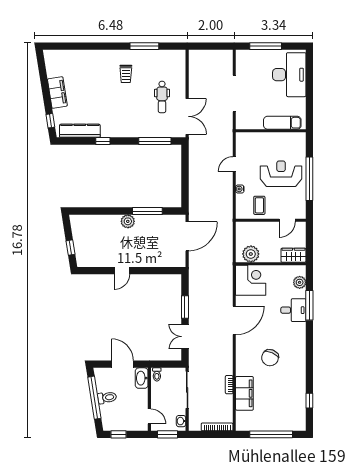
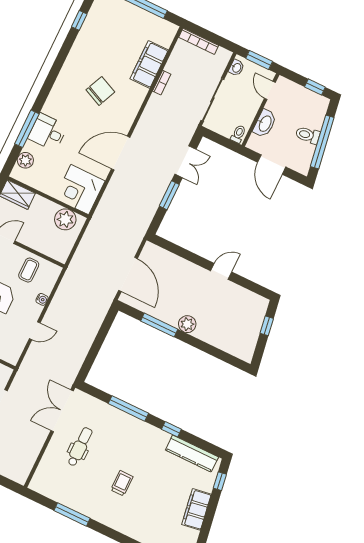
trolley: (126, 74) -> (122, 483), moved
window: (155, 141) -> (128, 408), moved
door: (187, 236) -> (128, 274), swing flipped
washbasin: (142, 378) -> (265, 123), moved

